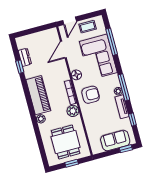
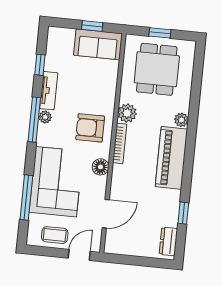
dresser: (25, 57) -> (168, 241), moved
sofa: (115, 140) -> (98, 44), moved
window: (126, 149) -> (92, 26), moved

